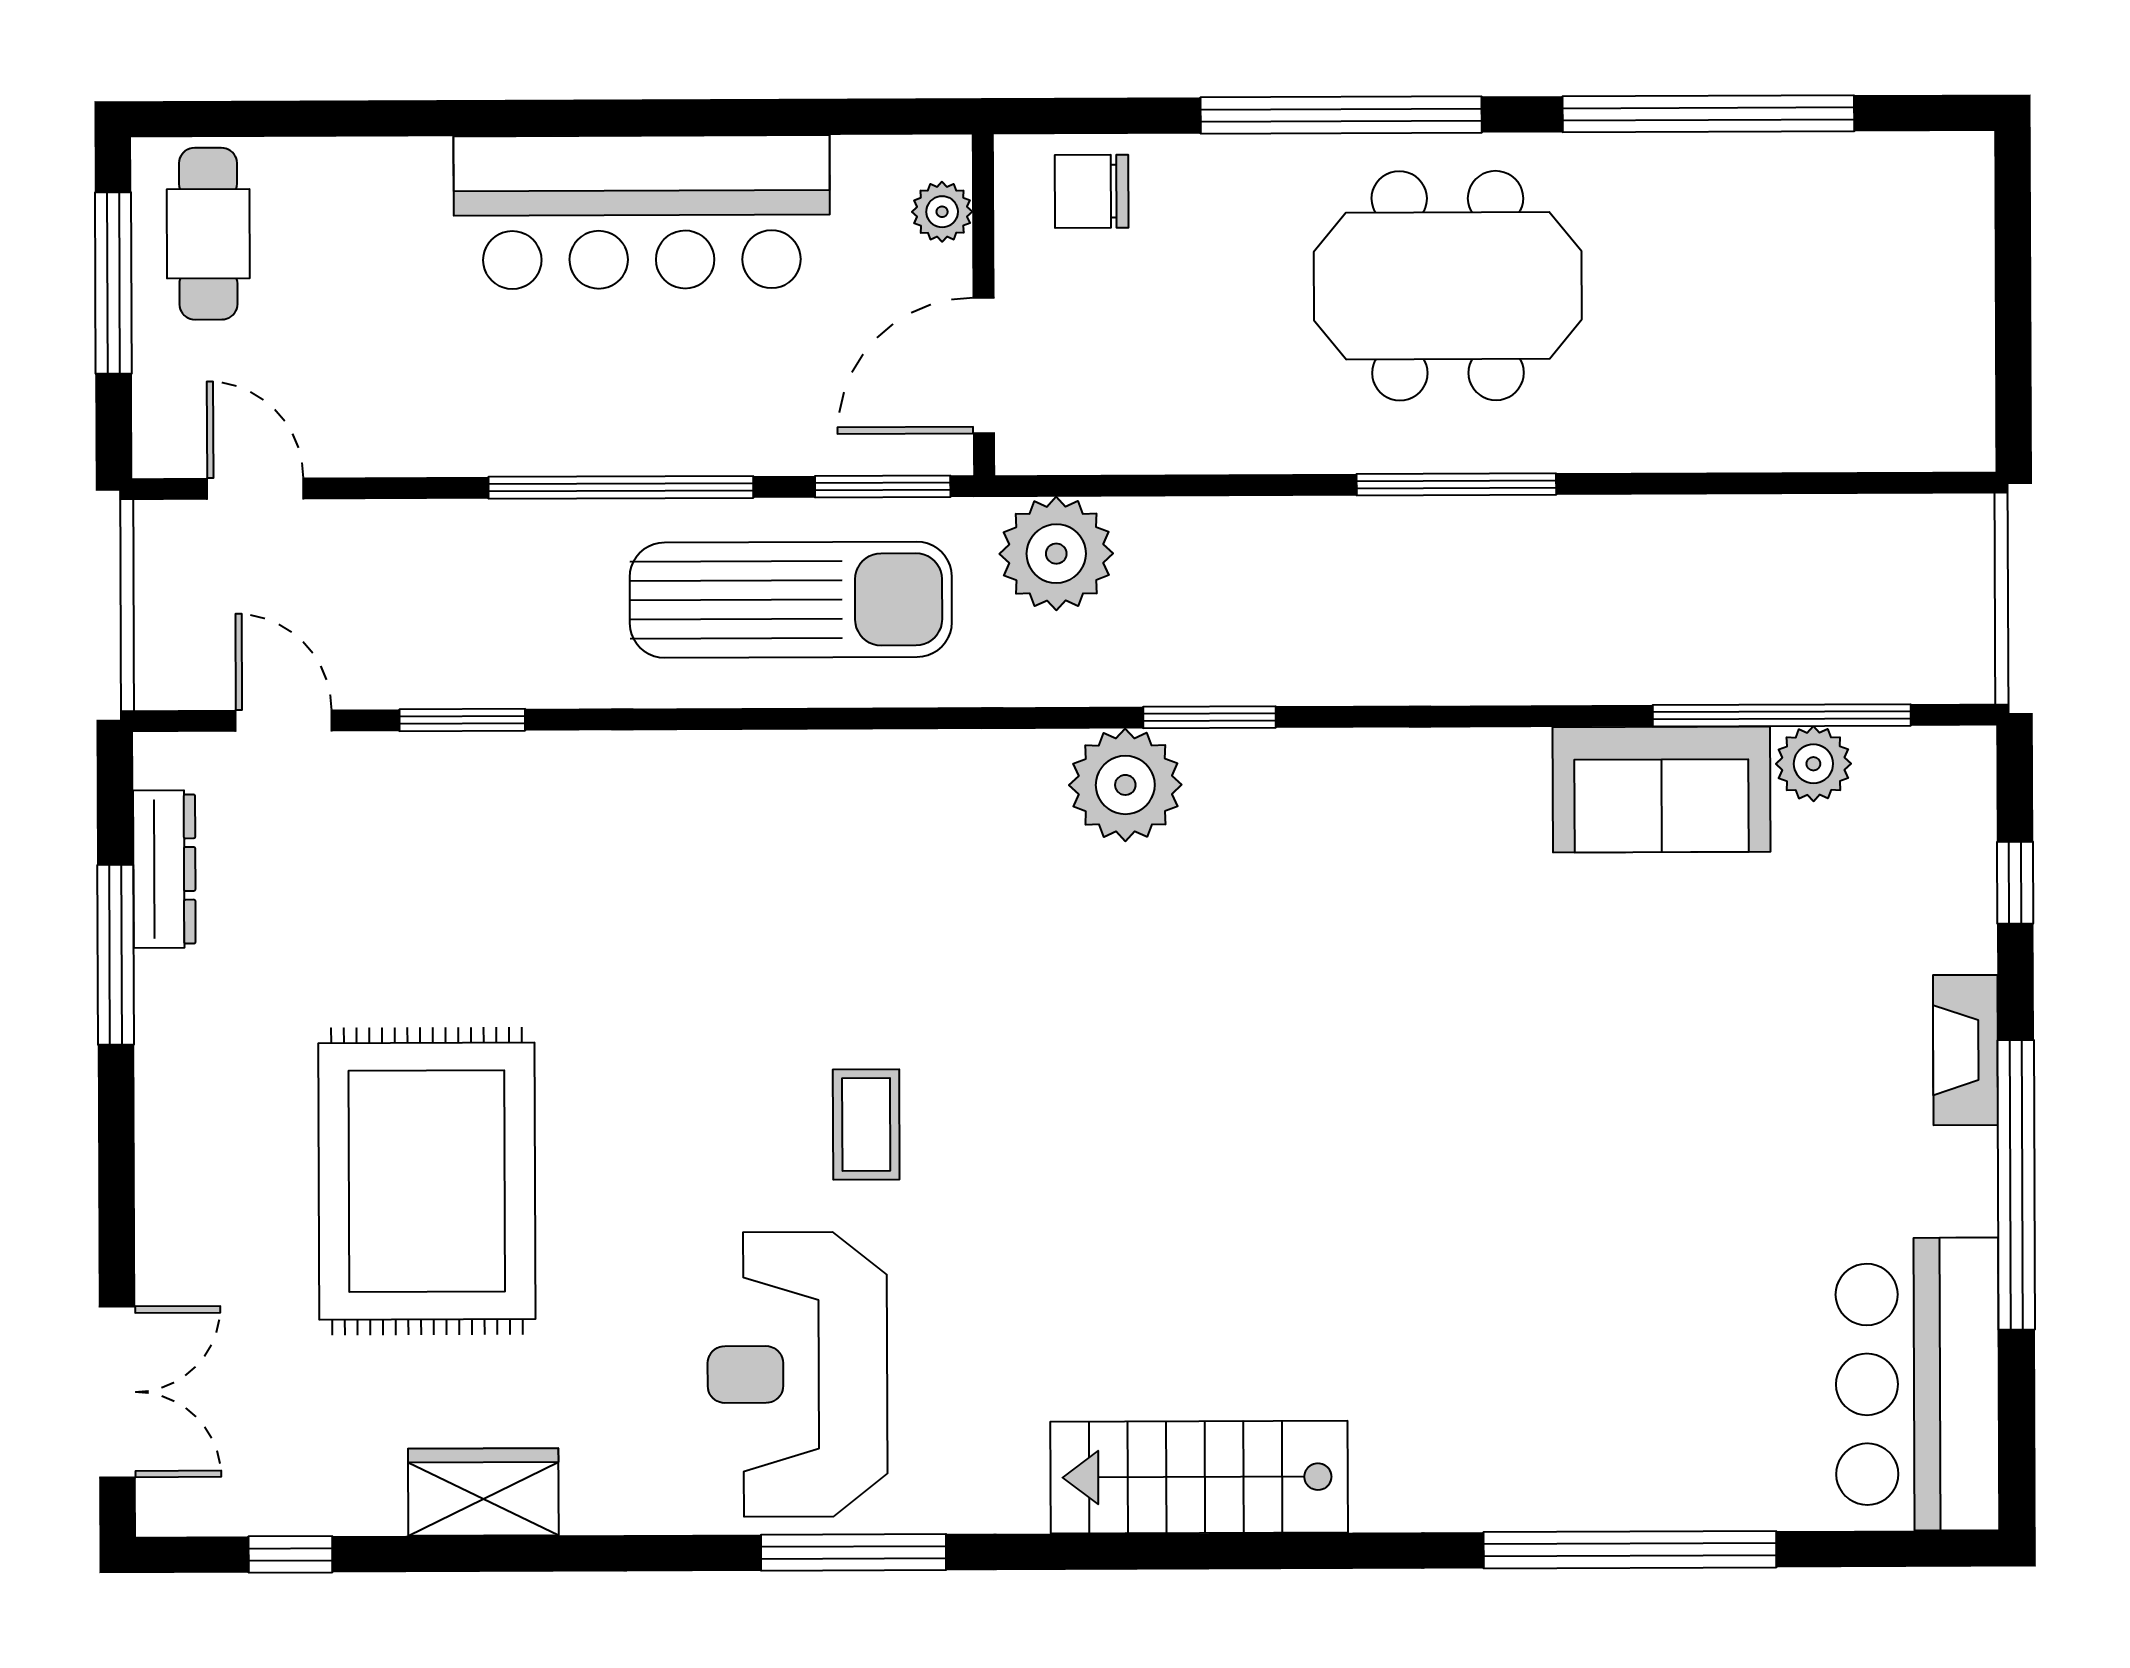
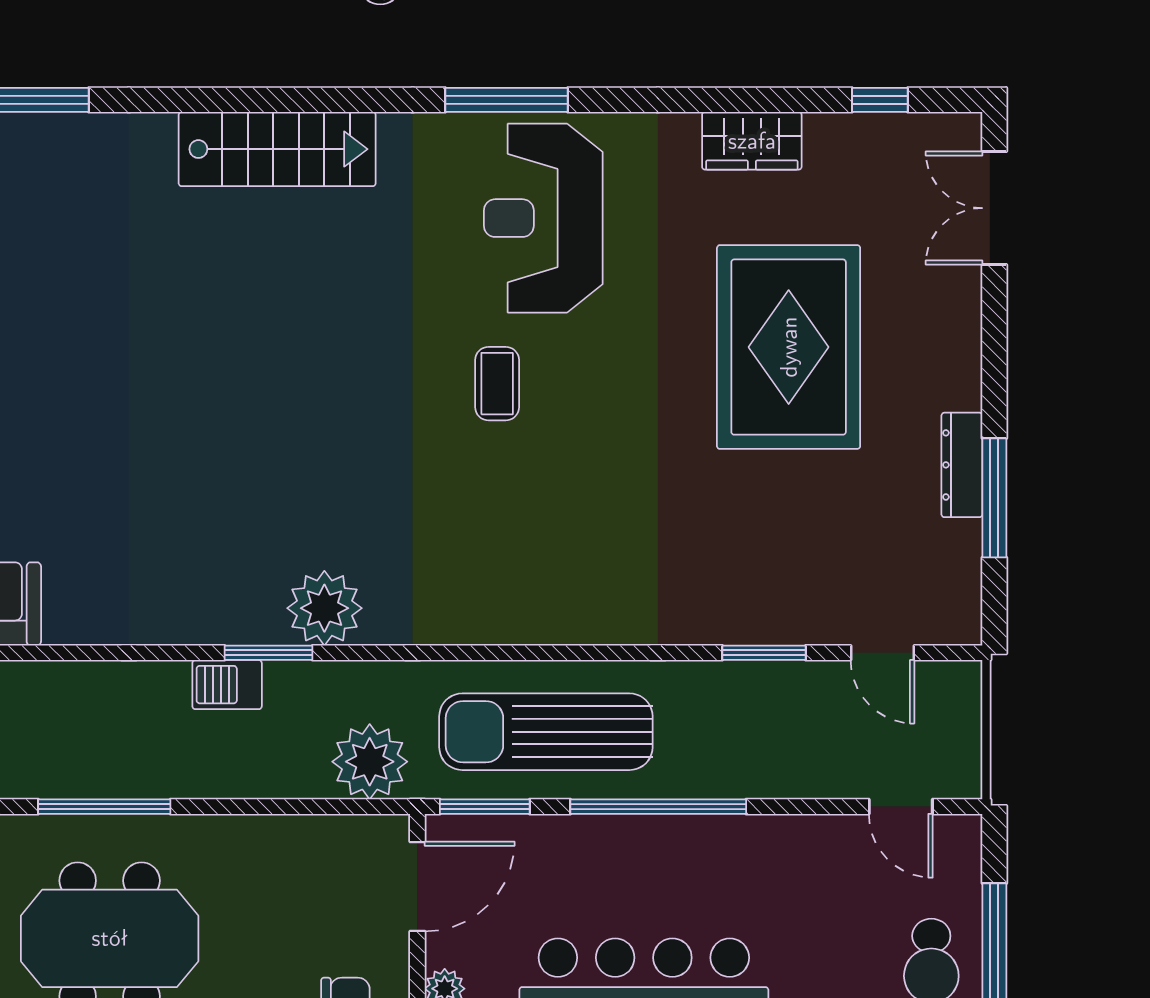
barbecue: (1272, 669) -> (227, 685), added
dresser: (164, 869) -> (962, 465), moved
reception desk: (797, 1374) -> (543, 218), turned 180

